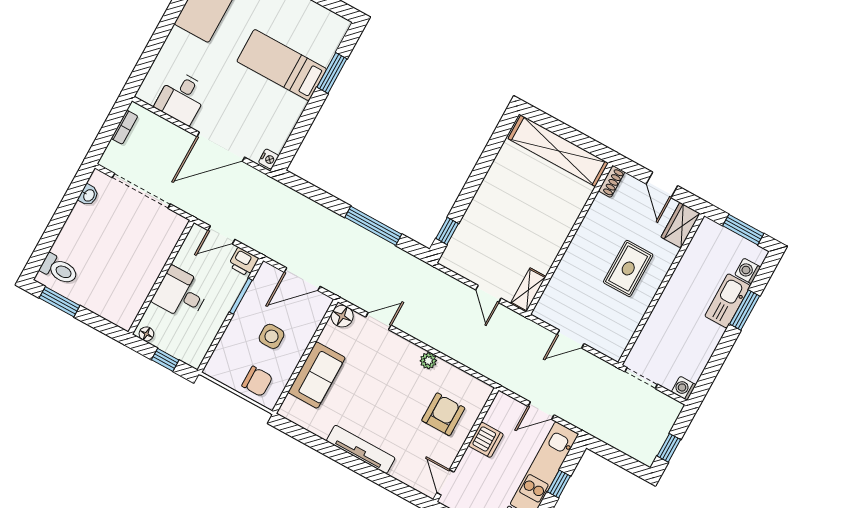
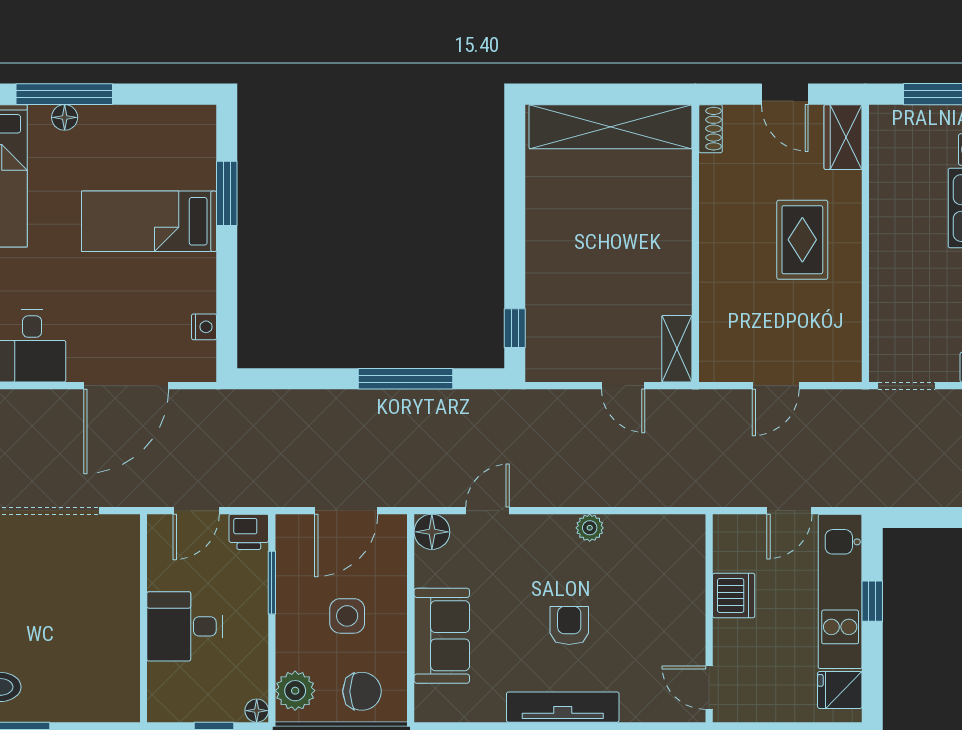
nightstand: (269, 159) -> (204, 327), moved
floor lamp: (146, 334) -> (257, 711), moved
plant: (221, 361) -> (295, 691), added
armchair: (443, 414) -> (569, 625), moved, width x0.72, depth x0.72

